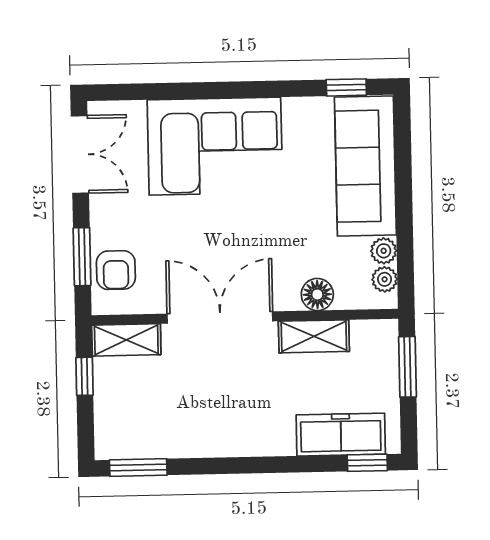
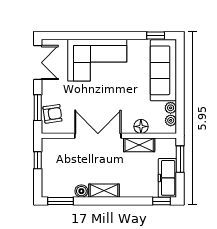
armchair: (116, 270) -> (52, 114), turned -98
shelving: (126, 340) -> (104, 191), moved
freezer: (341, 435) -> (167, 178), moved, turned -90
boiler: (185, 444) -> (81, 191), added

